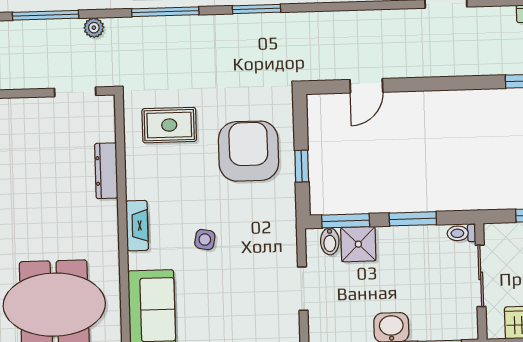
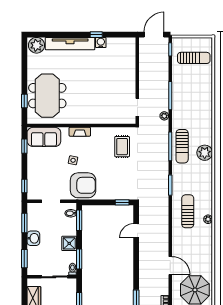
door: (366, 86) -> (136, 231), hinge flipped
armchair: (248, 151) -> (83, 185), moved
window: (302, 166) -> (122, 202), moved
dresser: (106, 171) -> (103, 119), removed
window: (413, 219) -> (79, 259), moved
shower: (358, 244) -> (69, 243), moved

